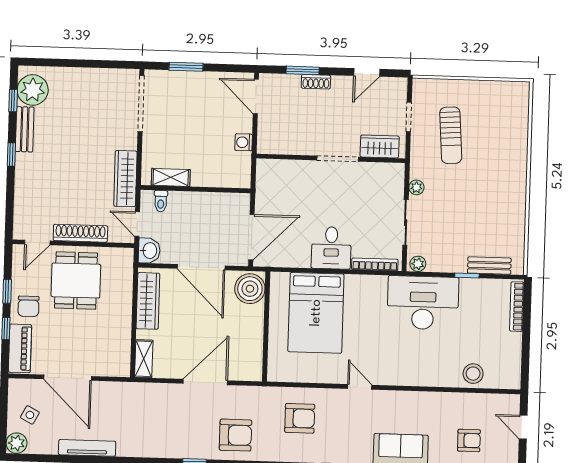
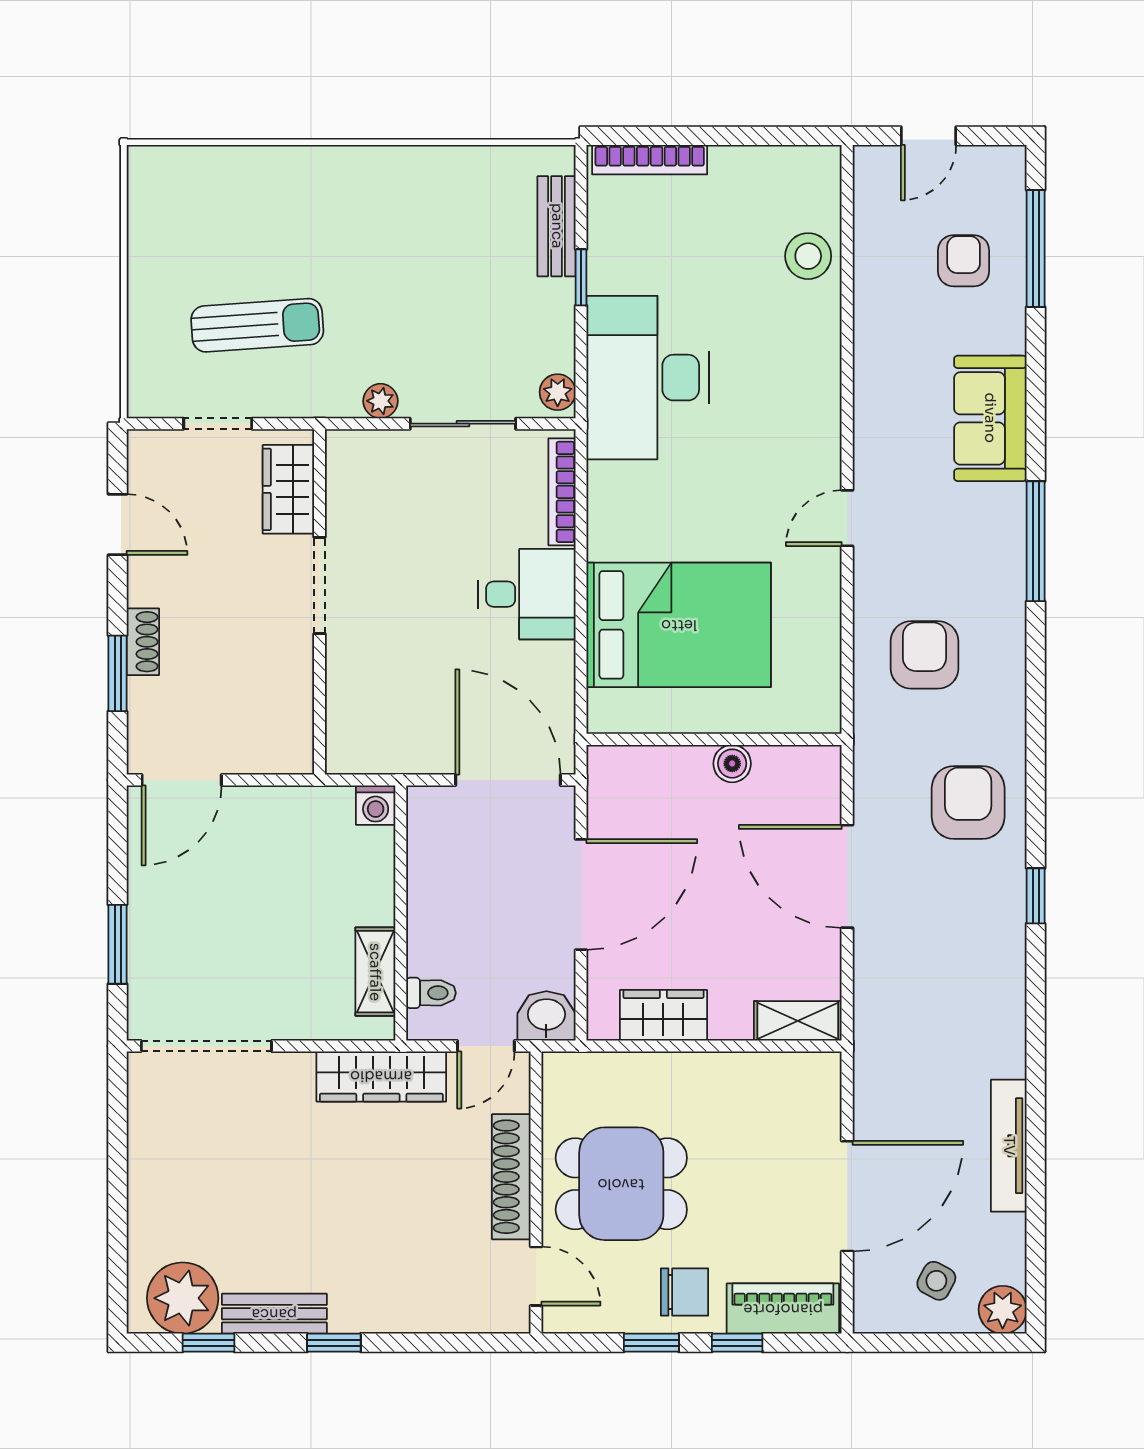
washing machine: (244, 142) -> (376, 805), moved
boiler: (250, 289) -> (732, 764), moved, width x0.54, depth x0.54
wardrobe: (148, 301) -> (663, 1015), width x0.67

